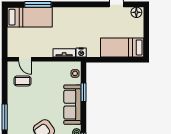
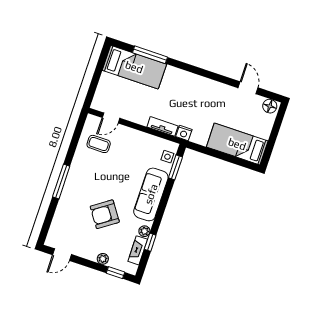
door: (25, 59) -> (111, 118), hinge flipped
window: (83, 92) -> (175, 167), moved

